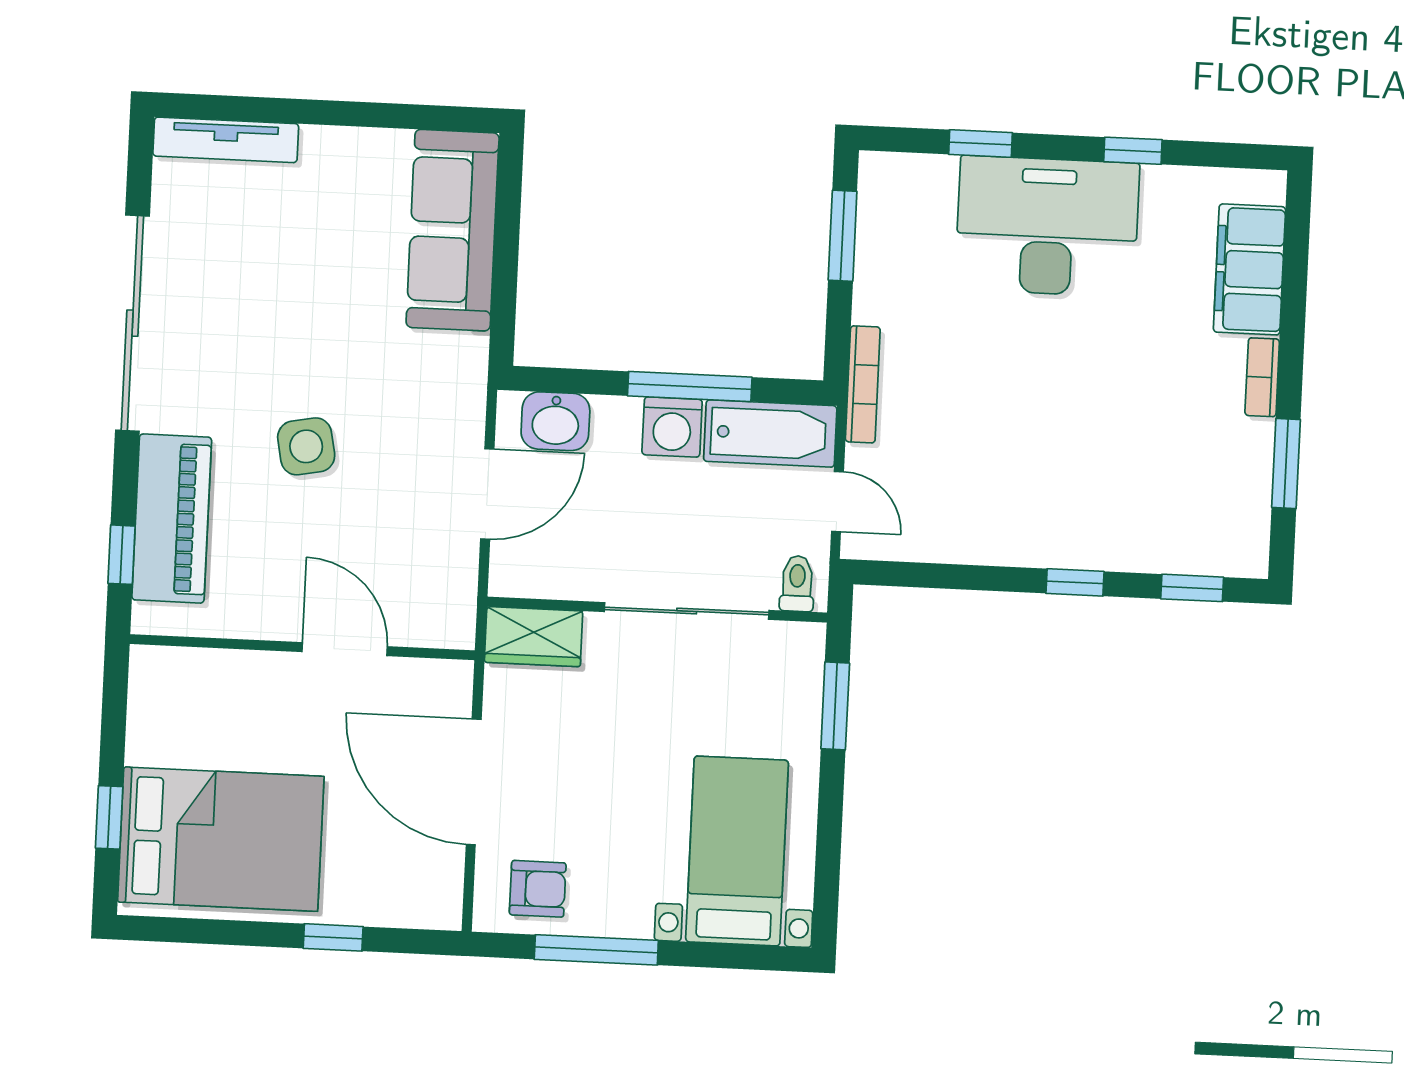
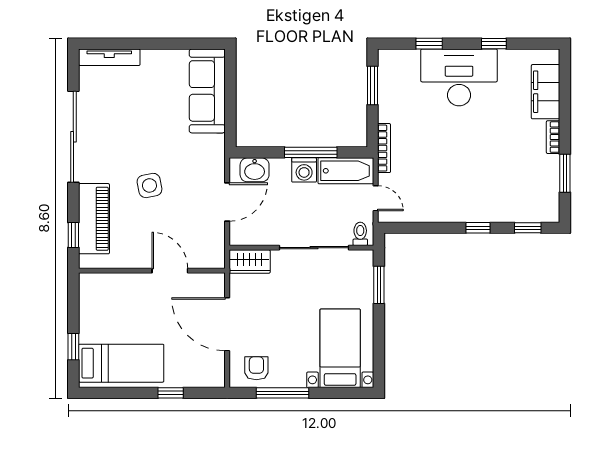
bed: (221, 839) -> (121, 363), width x0.67
armchair: (538, 889) -> (256, 368), turned -90

